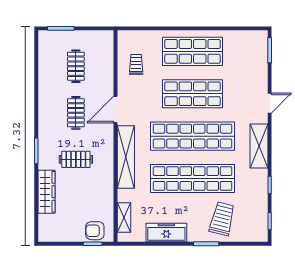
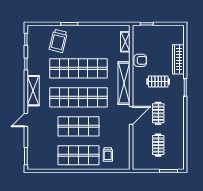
trolley: (136, 64) -> (108, 155), moved
armchair: (95, 231) -> (140, 60), moved
freezer: (166, 233) -> (96, 31), removed

